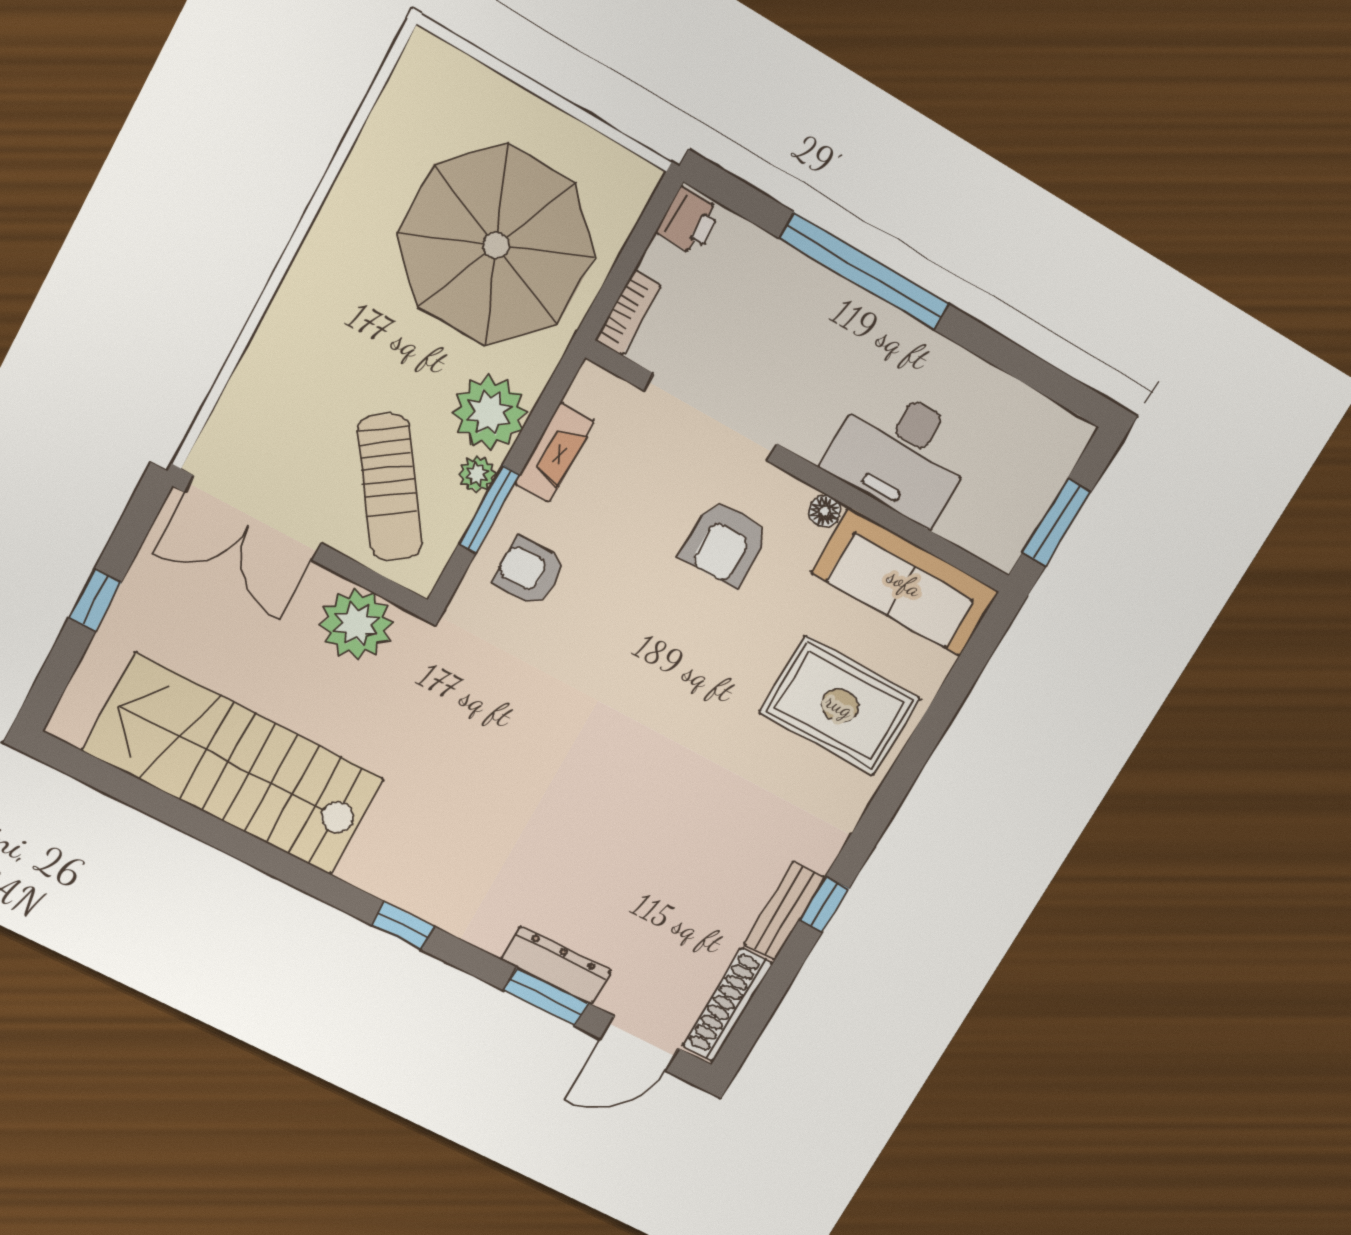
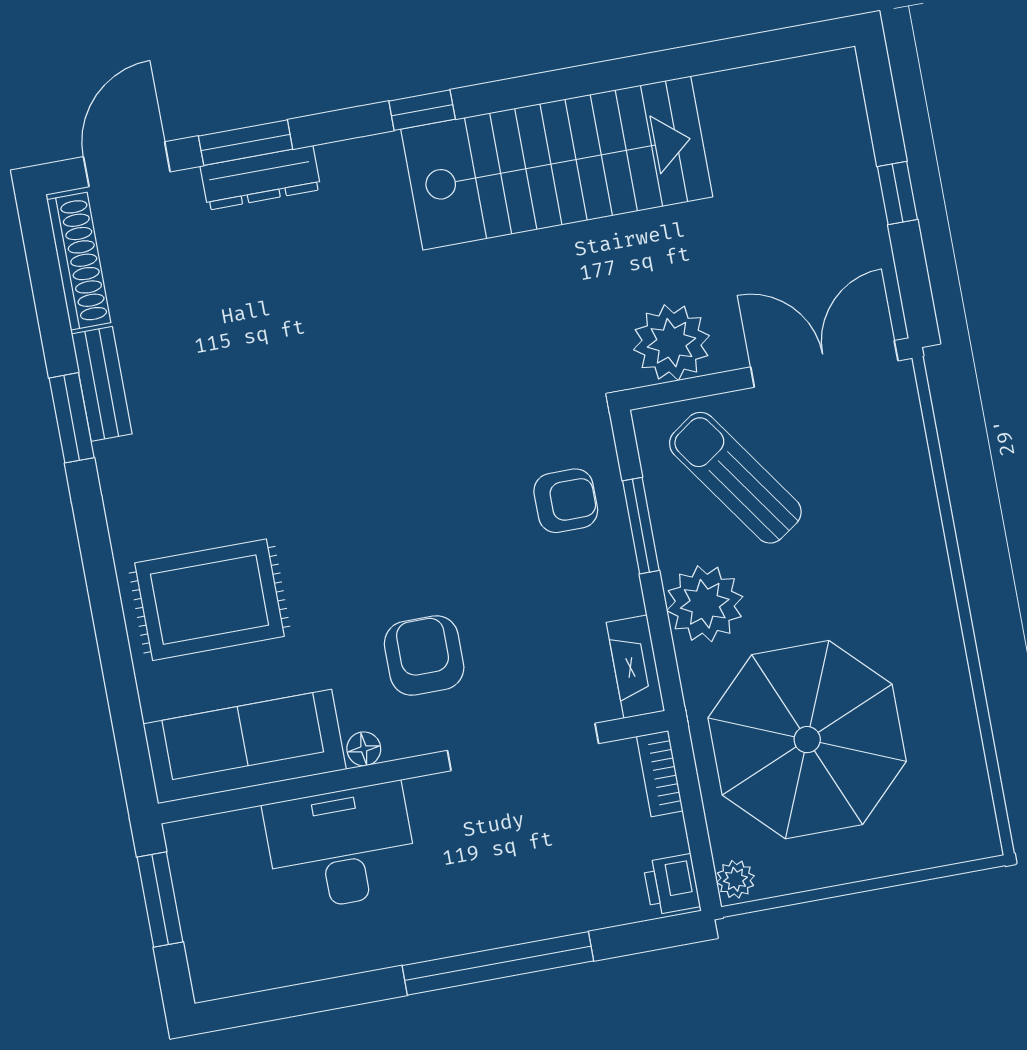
fireplace: (554, 453) -> (635, 667), moved
plant: (477, 474) -> (735, 879), moved
stairs: (234, 765) -> (557, 163), moved
window: (824, 904) -> (72, 418), width x1.50

